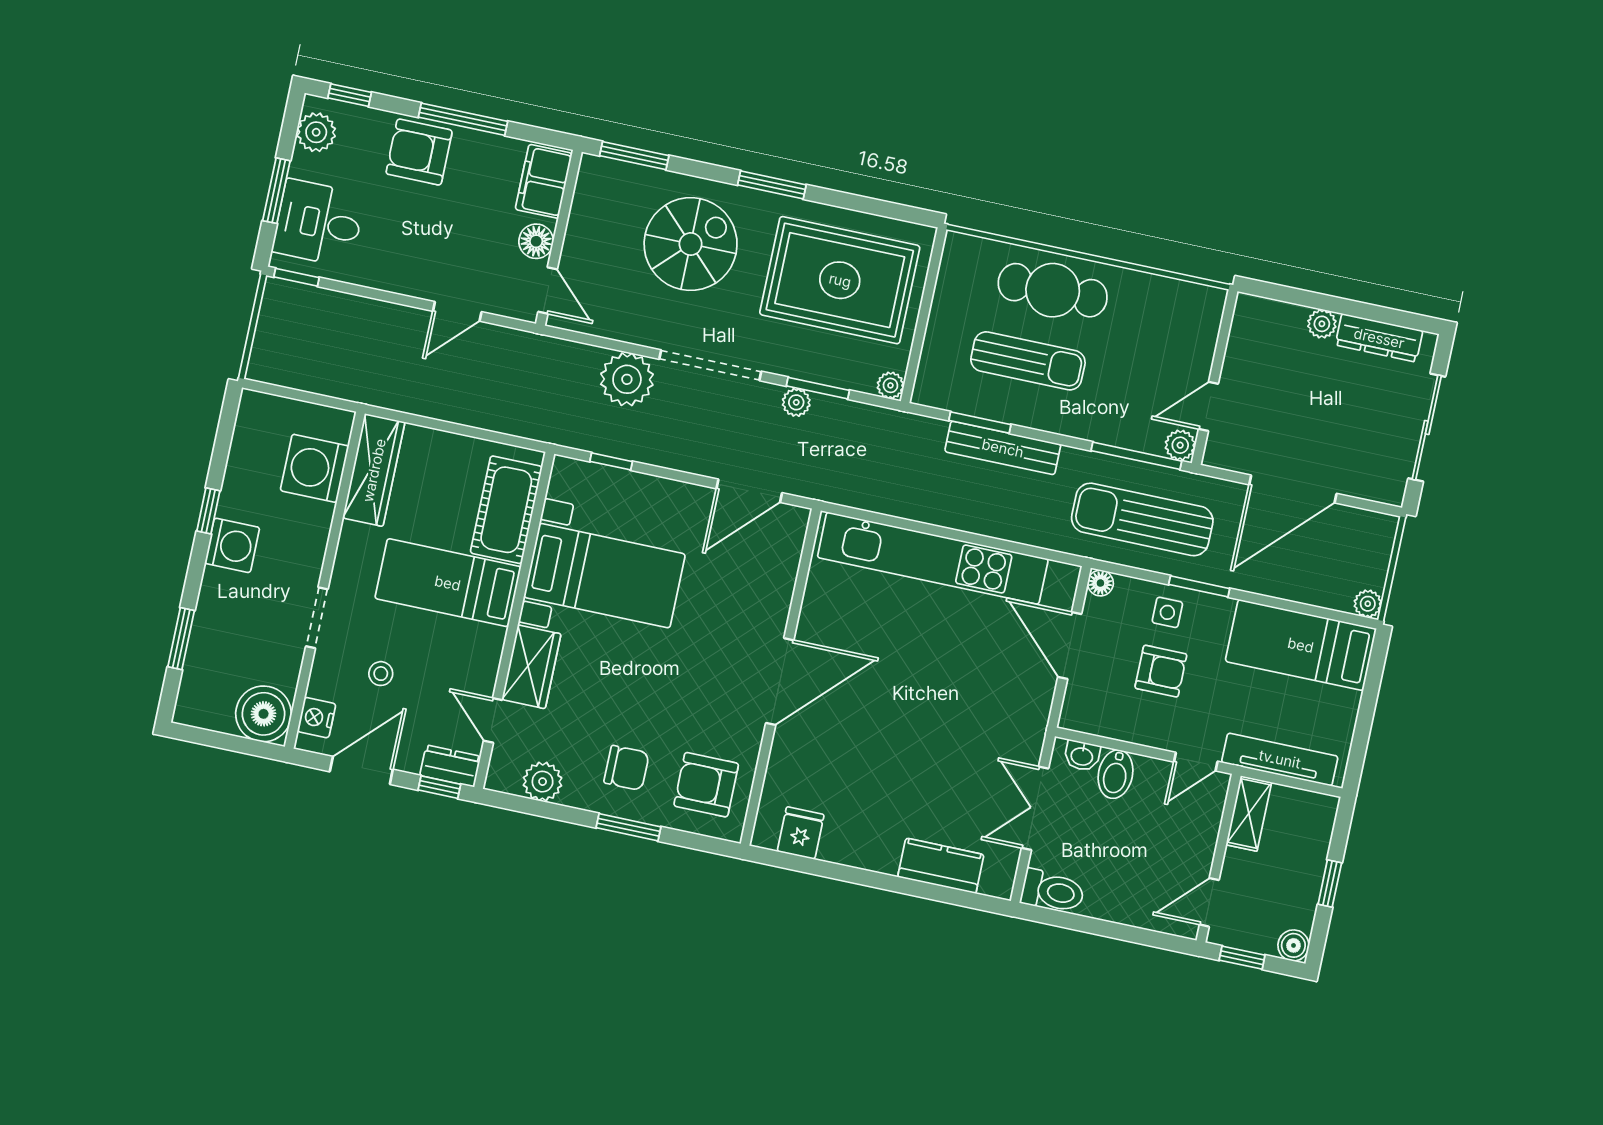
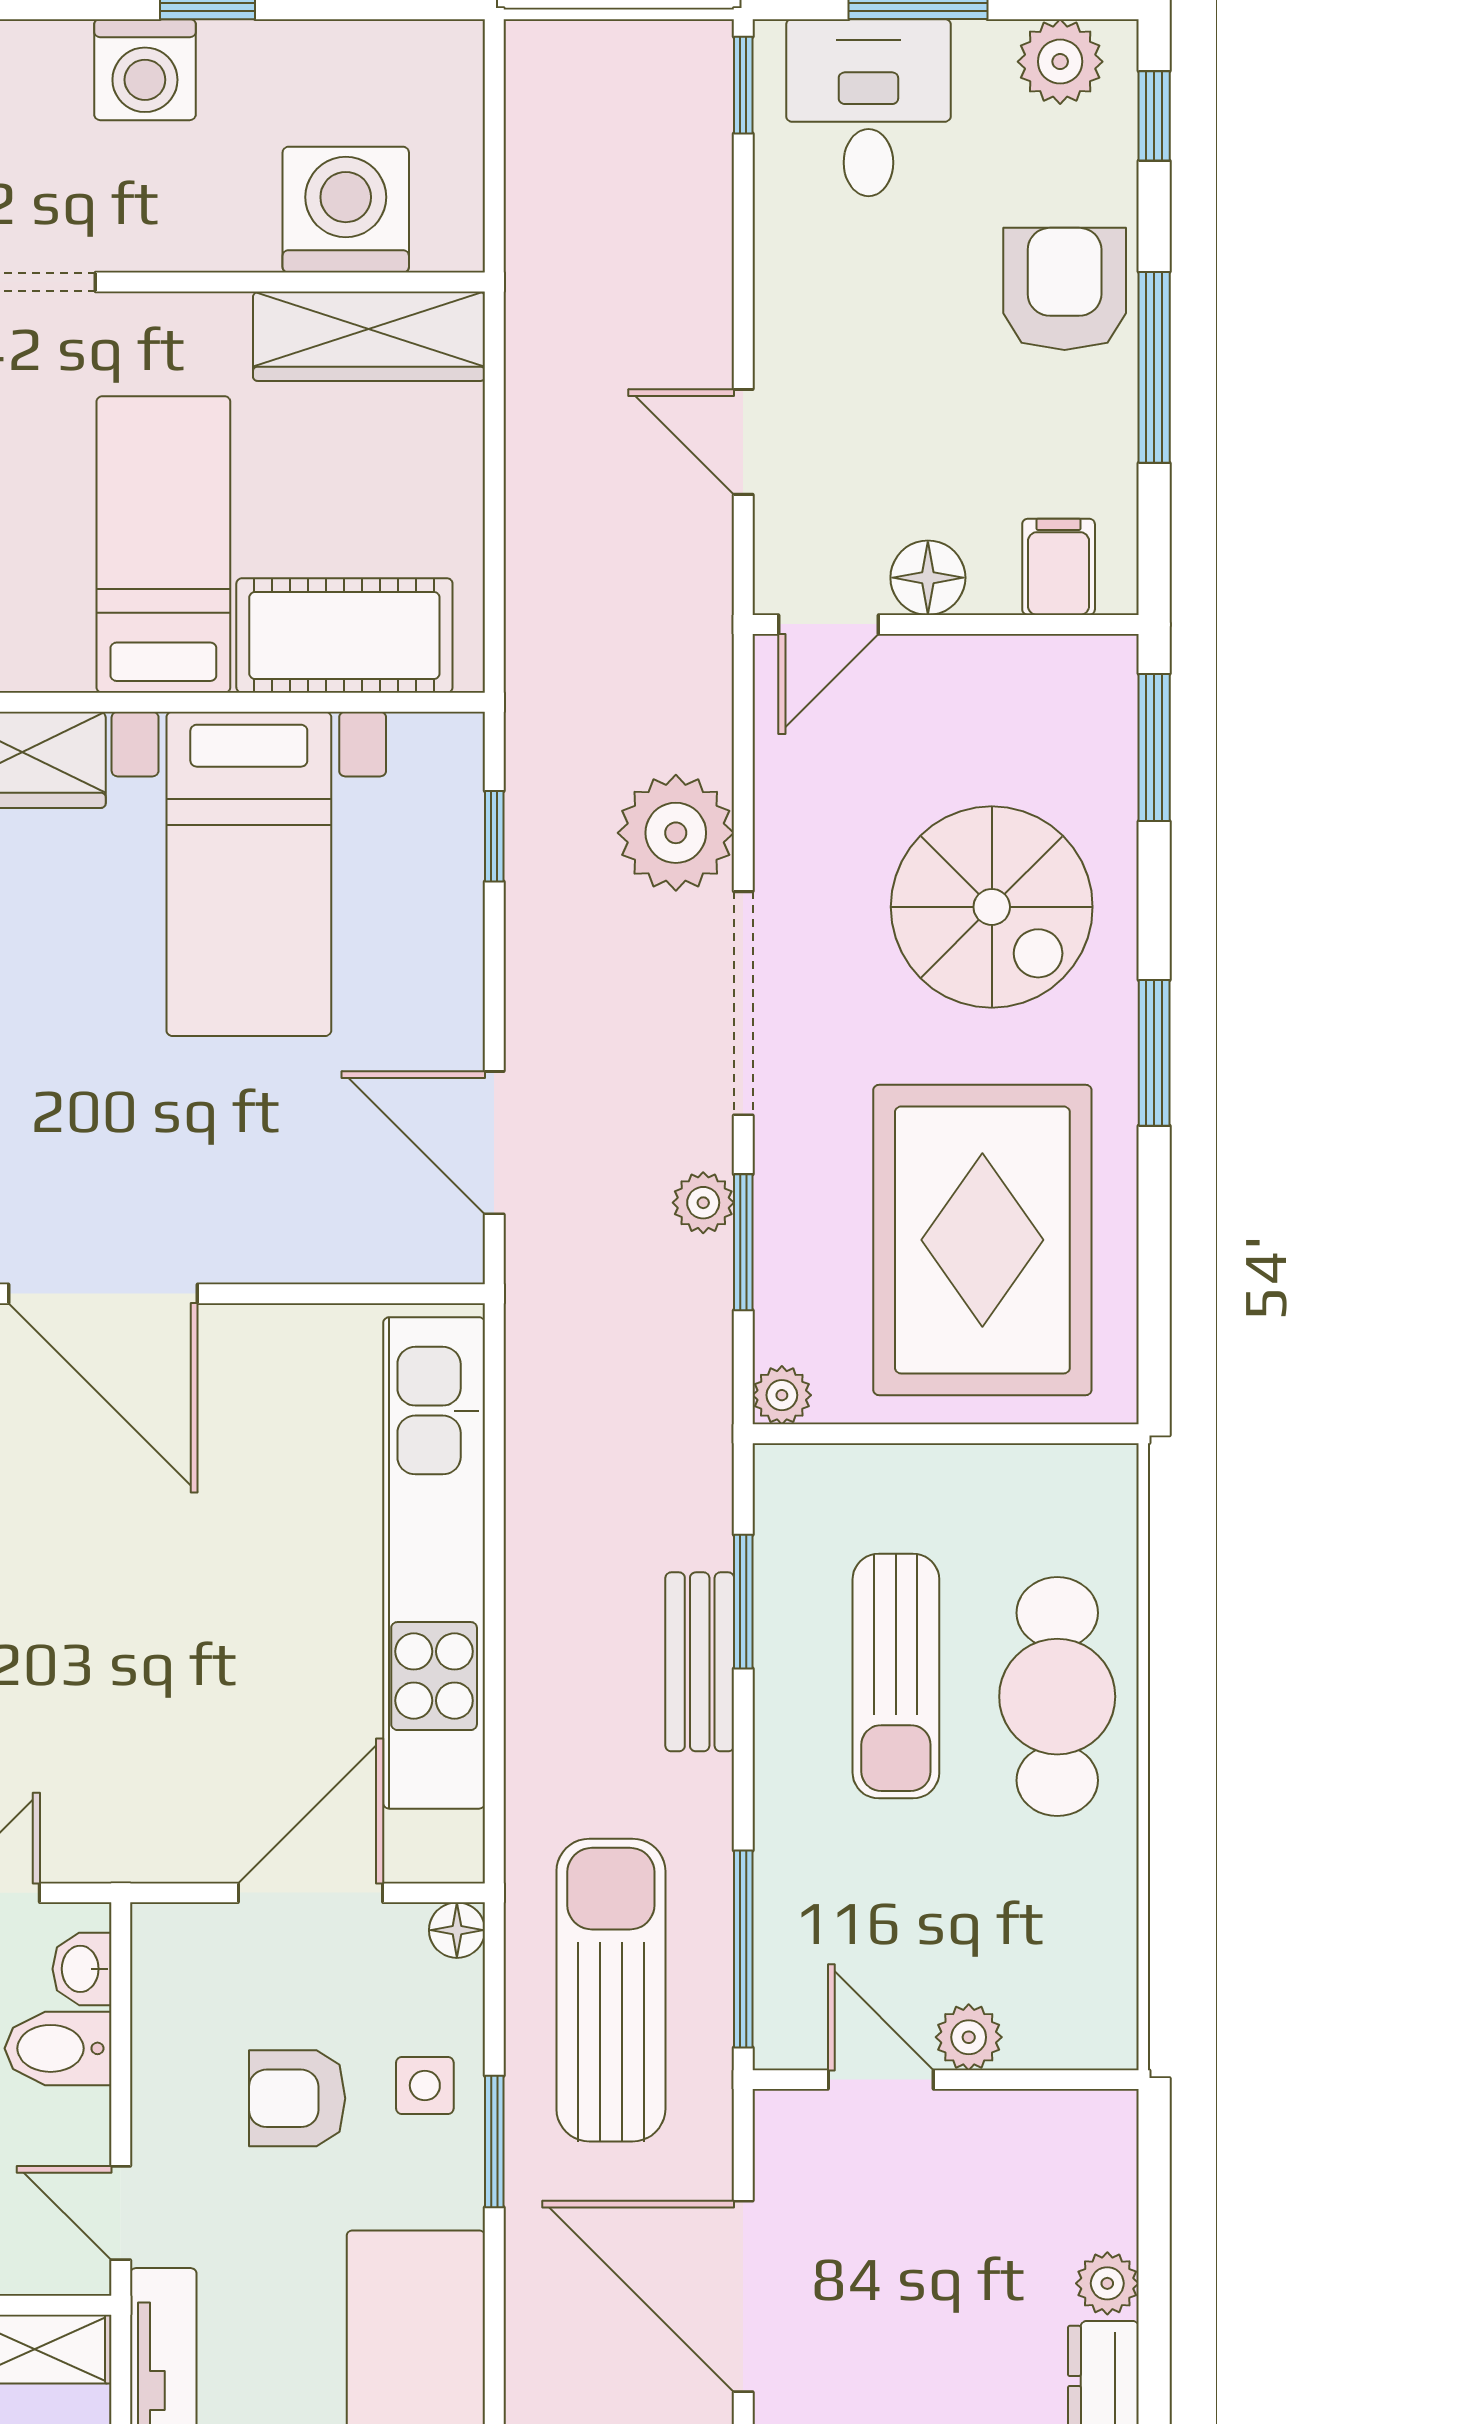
filing cabinet: (544, 181) -> (1059, 567), width x0.50
plant: (1180, 445) -> (969, 2037), moved
bench: (1003, 448) -> (700, 1662), width x0.73
armchair: (1161, 671) -> (297, 2098), turned 90

